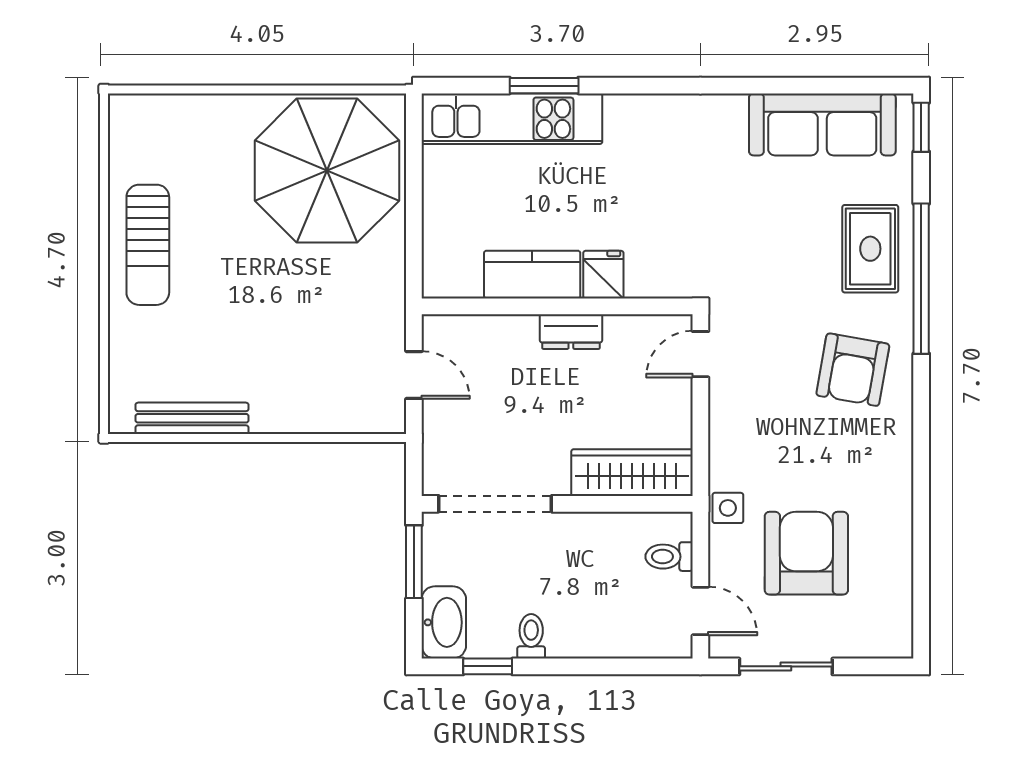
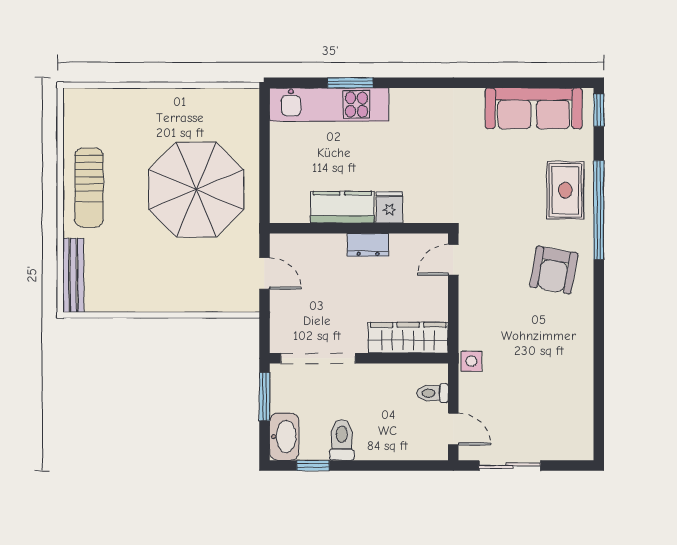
parasol: (327, 171) -> (196, 190), moved
bench: (192, 418) -> (73, 275), moved, turned 90
armchair: (806, 553) -> (523, 391), removed
toilet: (531, 636) -> (342, 440), width x1.37, depth x1.39

